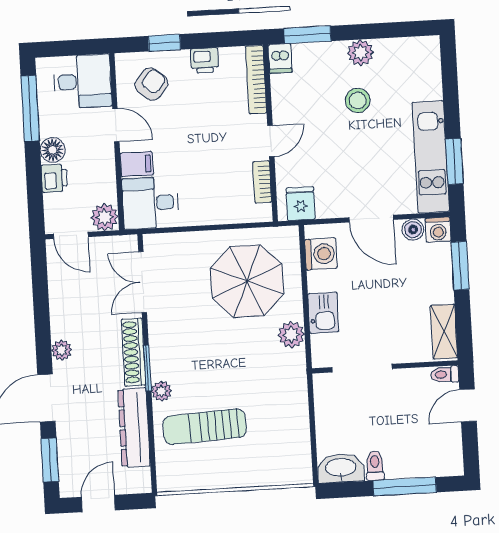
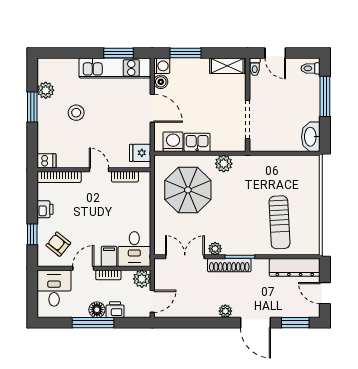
window: (307, 35) -> (32, 107), moved
plant: (360, 53) -> (46, 90), moved
window: (30, 108) -> (93, 323), moved
bookcase: (108, 165) -> (108, 275), added
door: (371, 219) -> (152, 108), hinge flipped
double door: (143, 282) -> (185, 257), swing flipped
kitchen sink: (323, 313) -> (197, 142), moved
plant: (161, 391) -> (215, 249), moved
dresser: (134, 428) -> (295, 267), moved
toilet: (375, 466) -> (311, 68), moved

